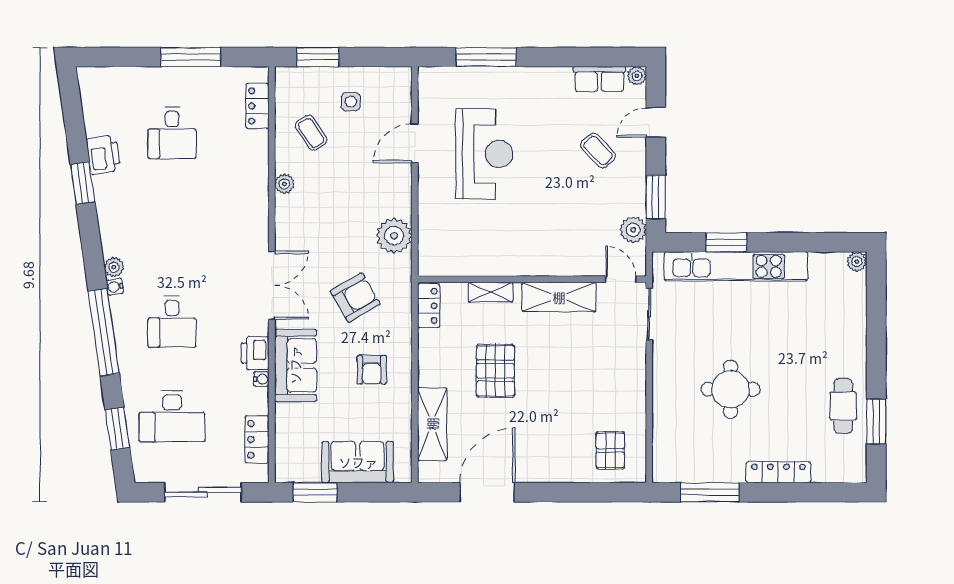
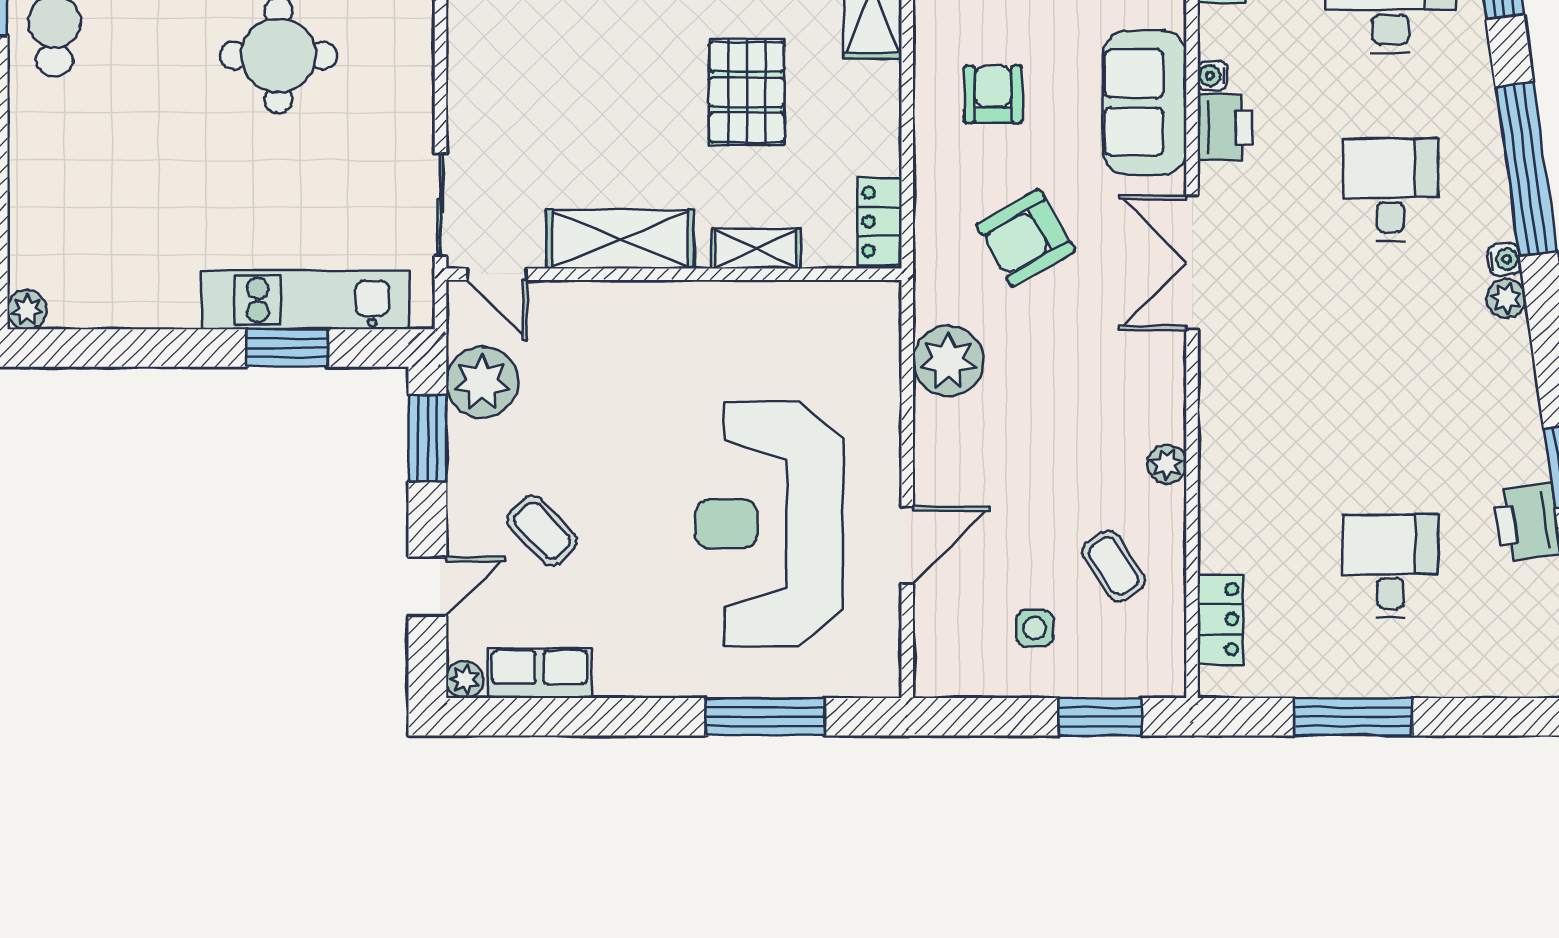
reception desk: (484, 154) -> (769, 524), width x1.36, depth x1.30
plant: (633, 230) -> (482, 382), width x1.36, depth x1.36
kitchen unit: (736, 266) -> (306, 300), width x0.73

